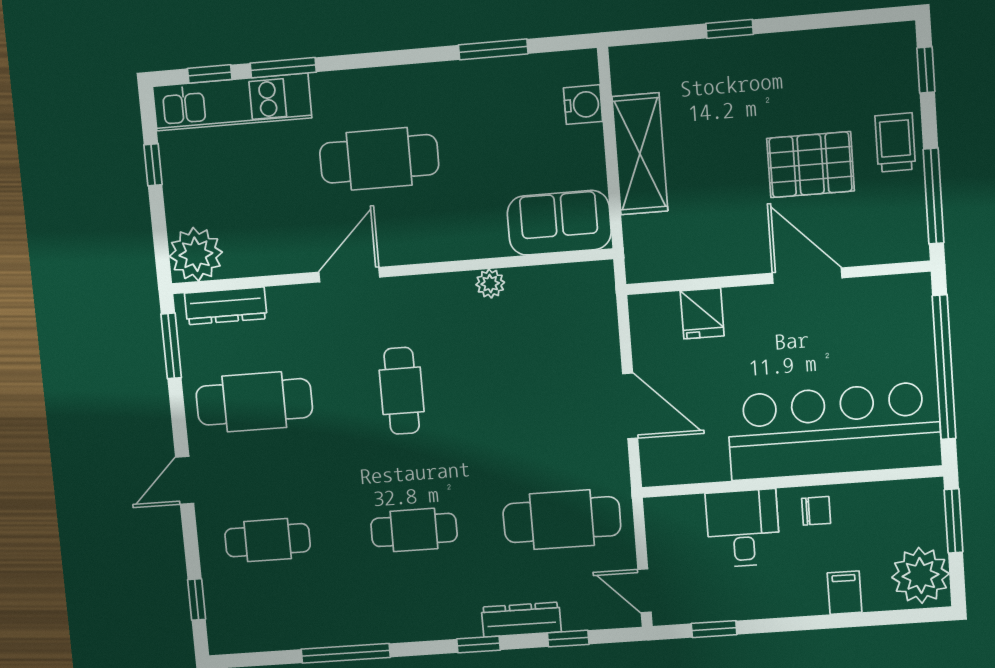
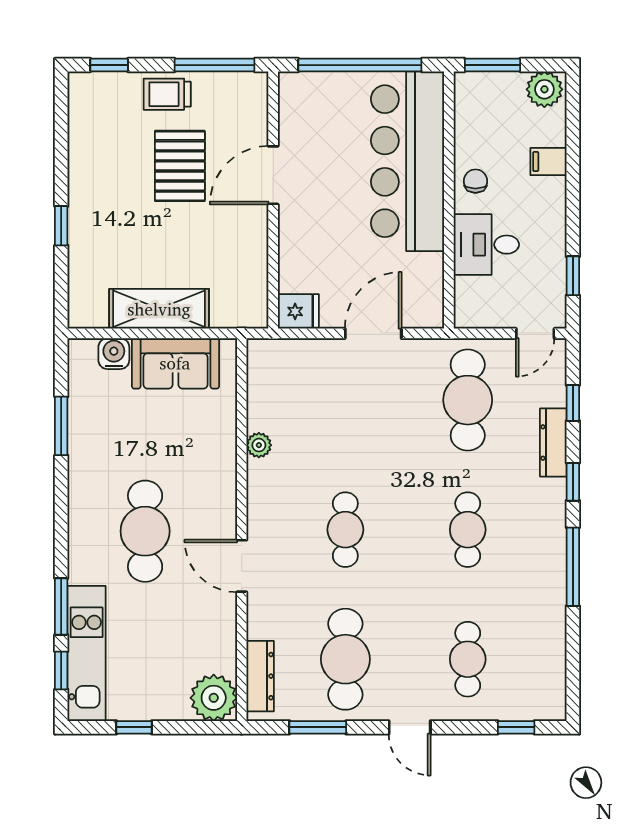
sofa: (559, 223) -> (175, 363), moved, turned -90
fridge: (702, 313) -> (298, 311), moved
window: (171, 346) -> (318, 727), moved
cafe table: (402, 391) -> (345, 530), turned 90
plant: (920, 575) -> (544, 89), width x0.73, depth x0.73
window: (346, 653) -> (573, 567), moved

